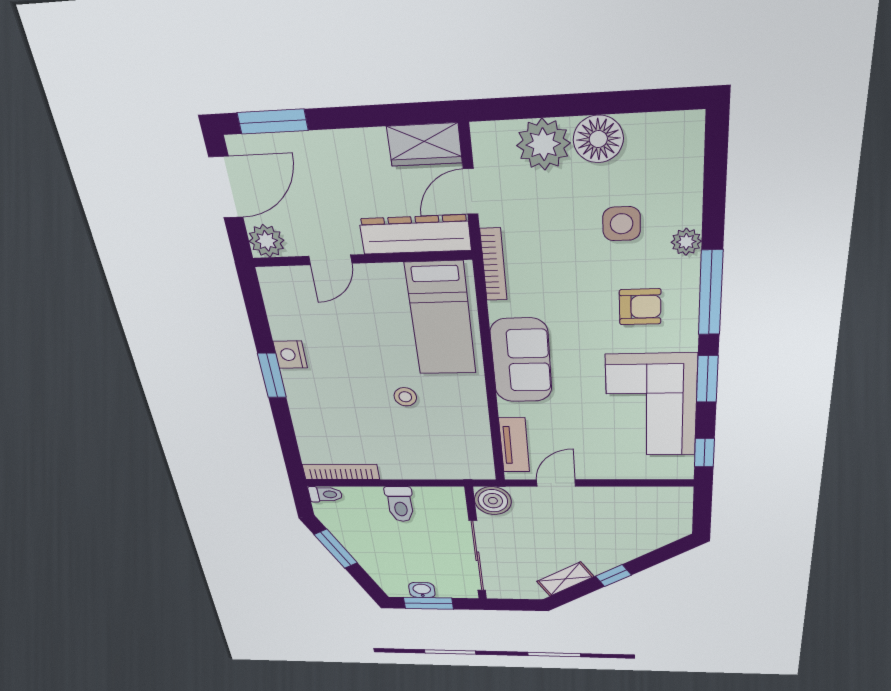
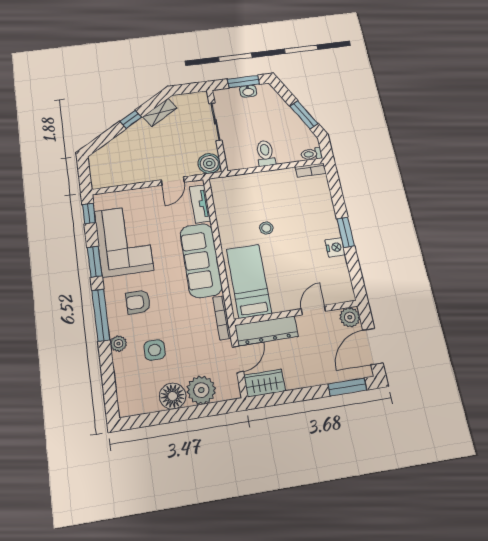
sofa: (521, 361) -> (201, 260), width x1.36
bookcase: (341, 472) -> (311, 170), width x0.64
sliding door: (477, 556) -> (215, 122), width x0.73

